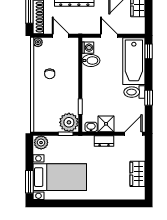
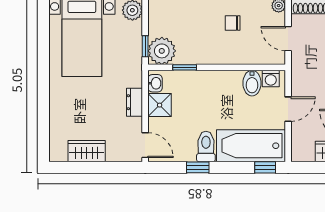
door: (60, 36) -> (288, 39), swing flipped

